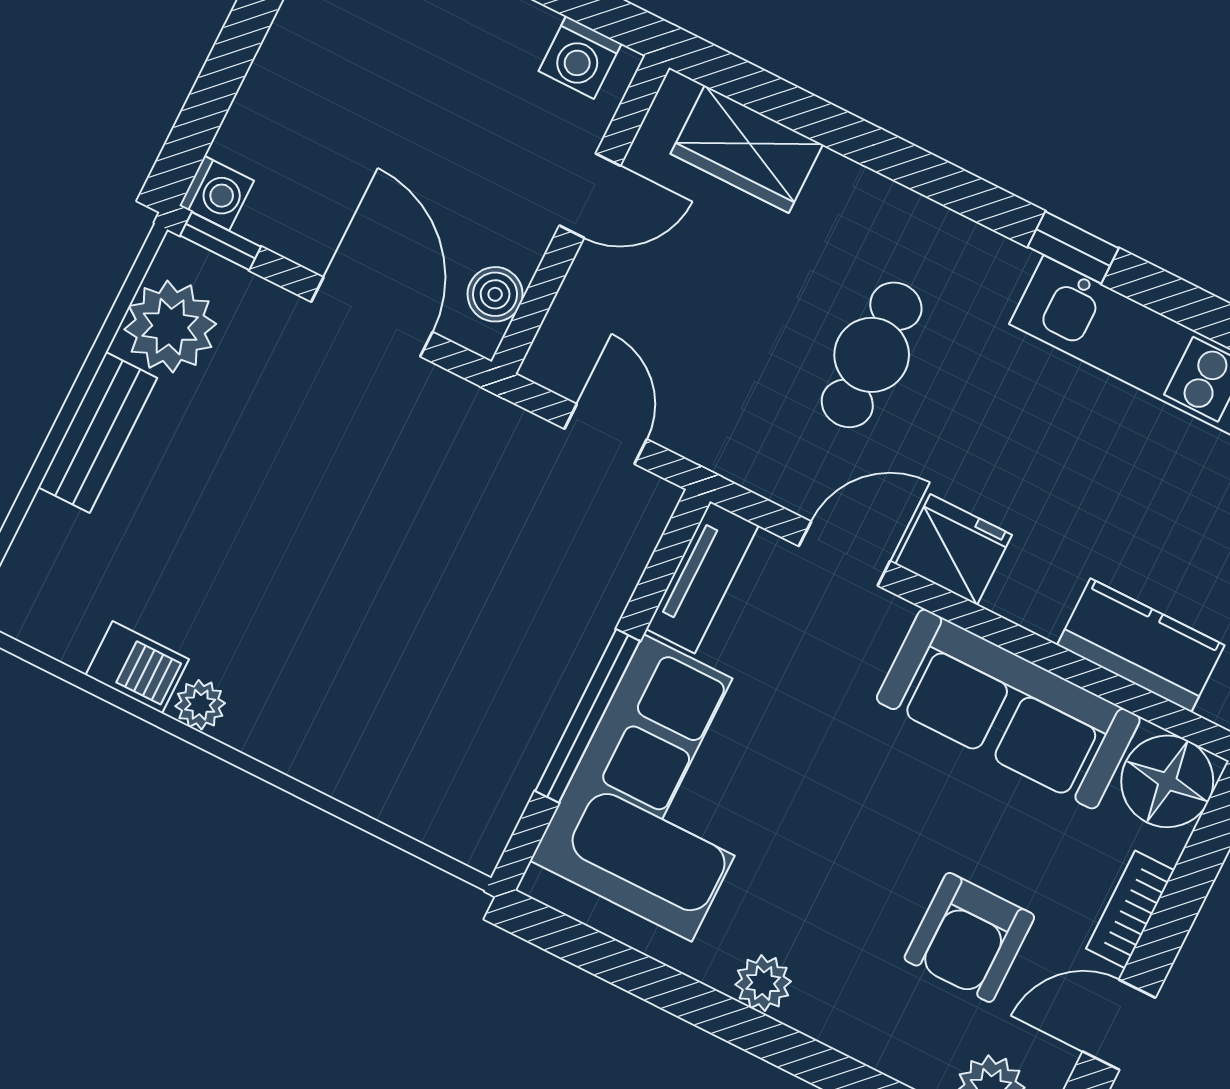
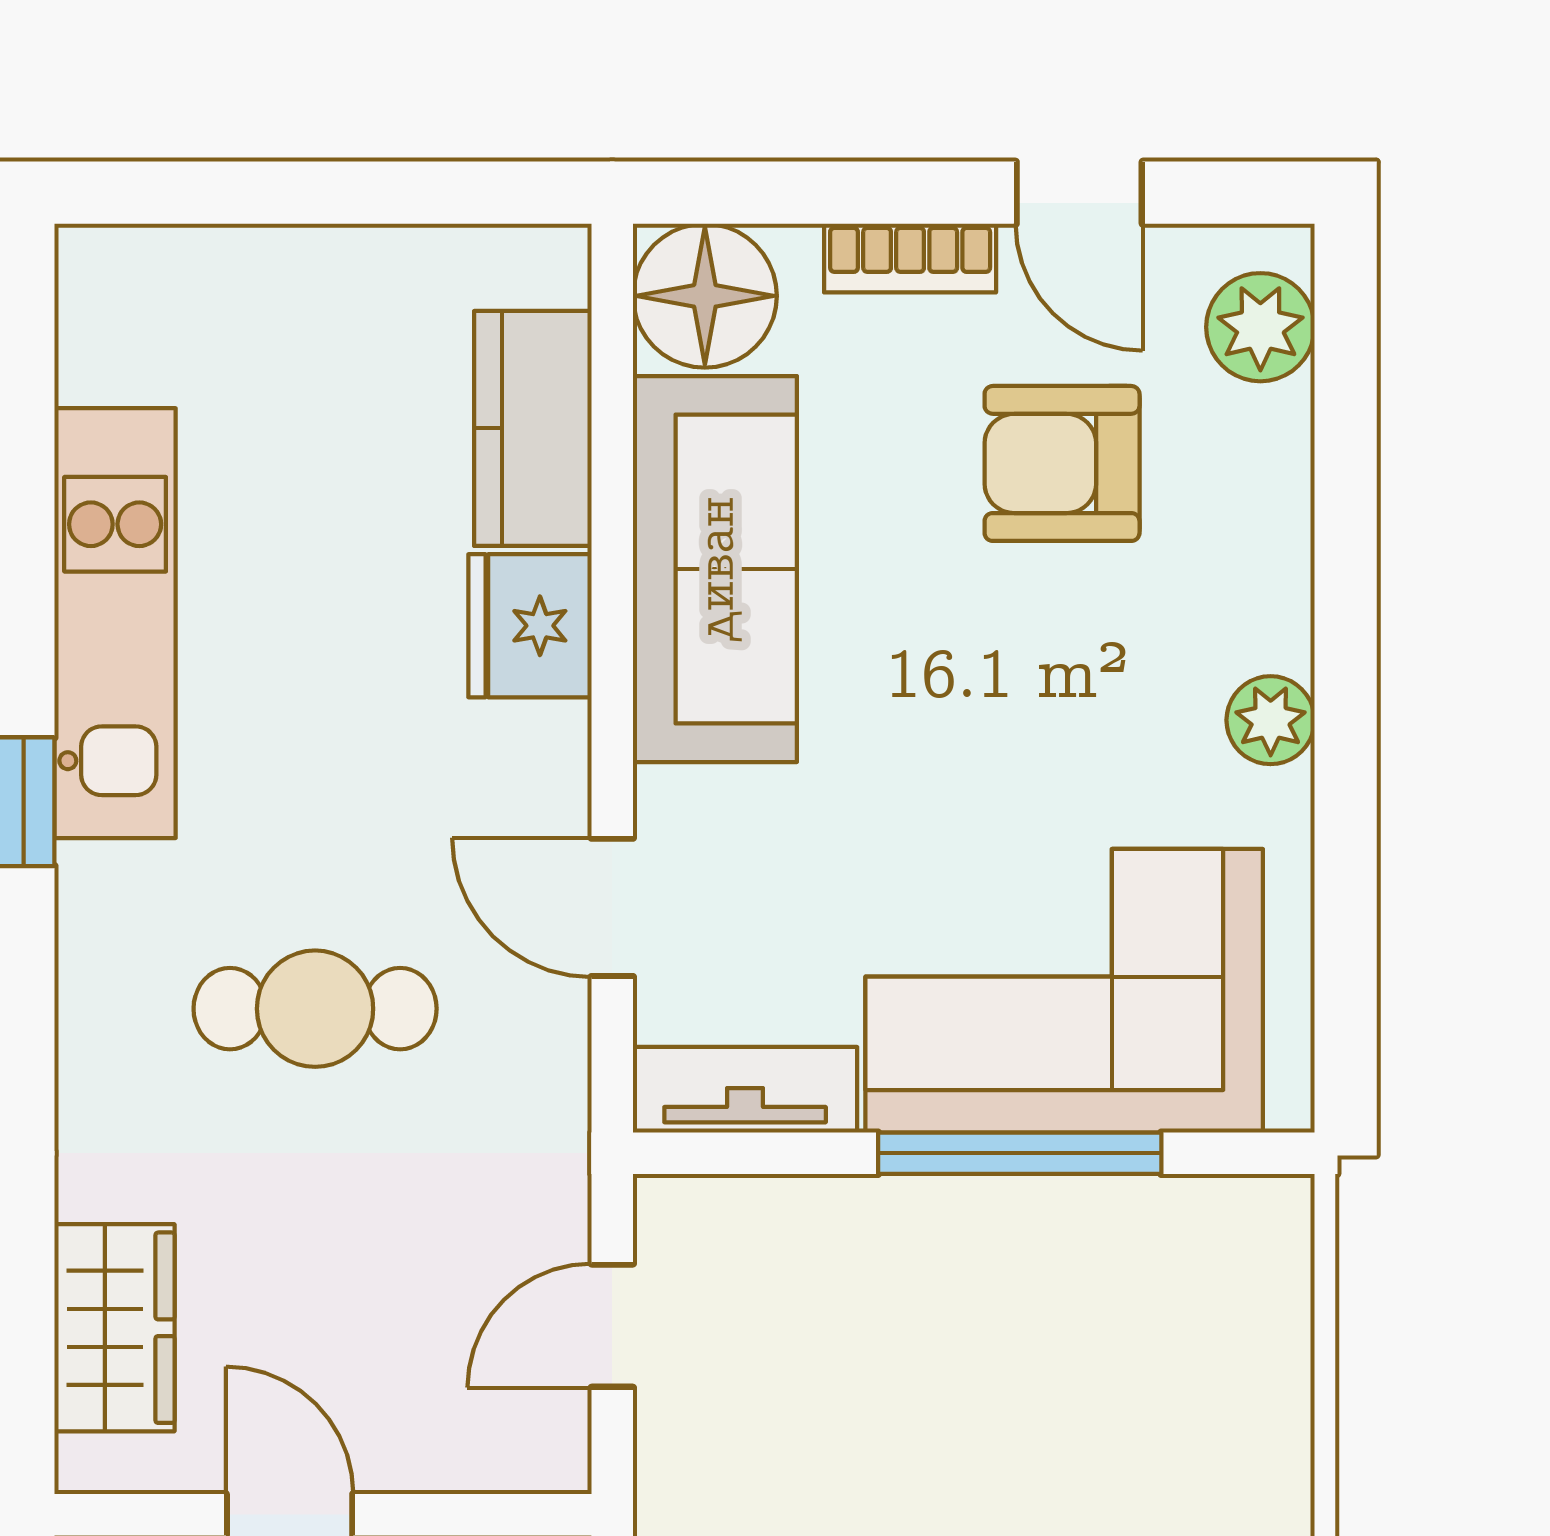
fridge: (954, 549) -> (530, 626), moved
armchair: (969, 937) -> (1062, 463), turned 180

